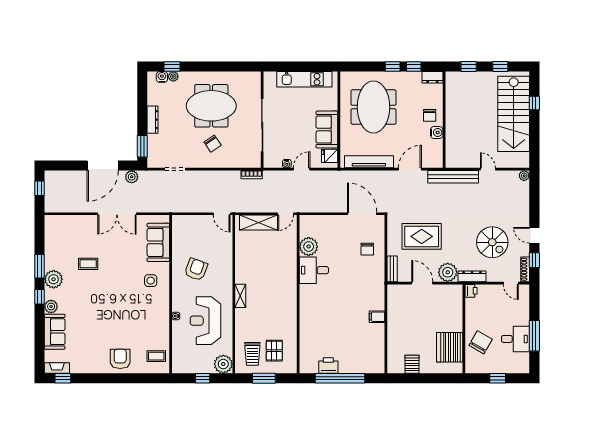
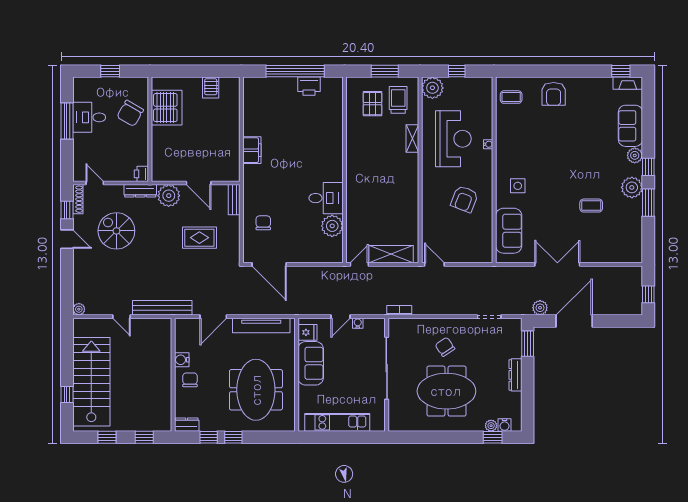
rug: (422, 236) -> (199, 238), width x0.73, depth x0.70
shelving: (240, 296) -> (412, 139), moved
filing cabinet: (377, 317) -> (252, 150), width x2.00

